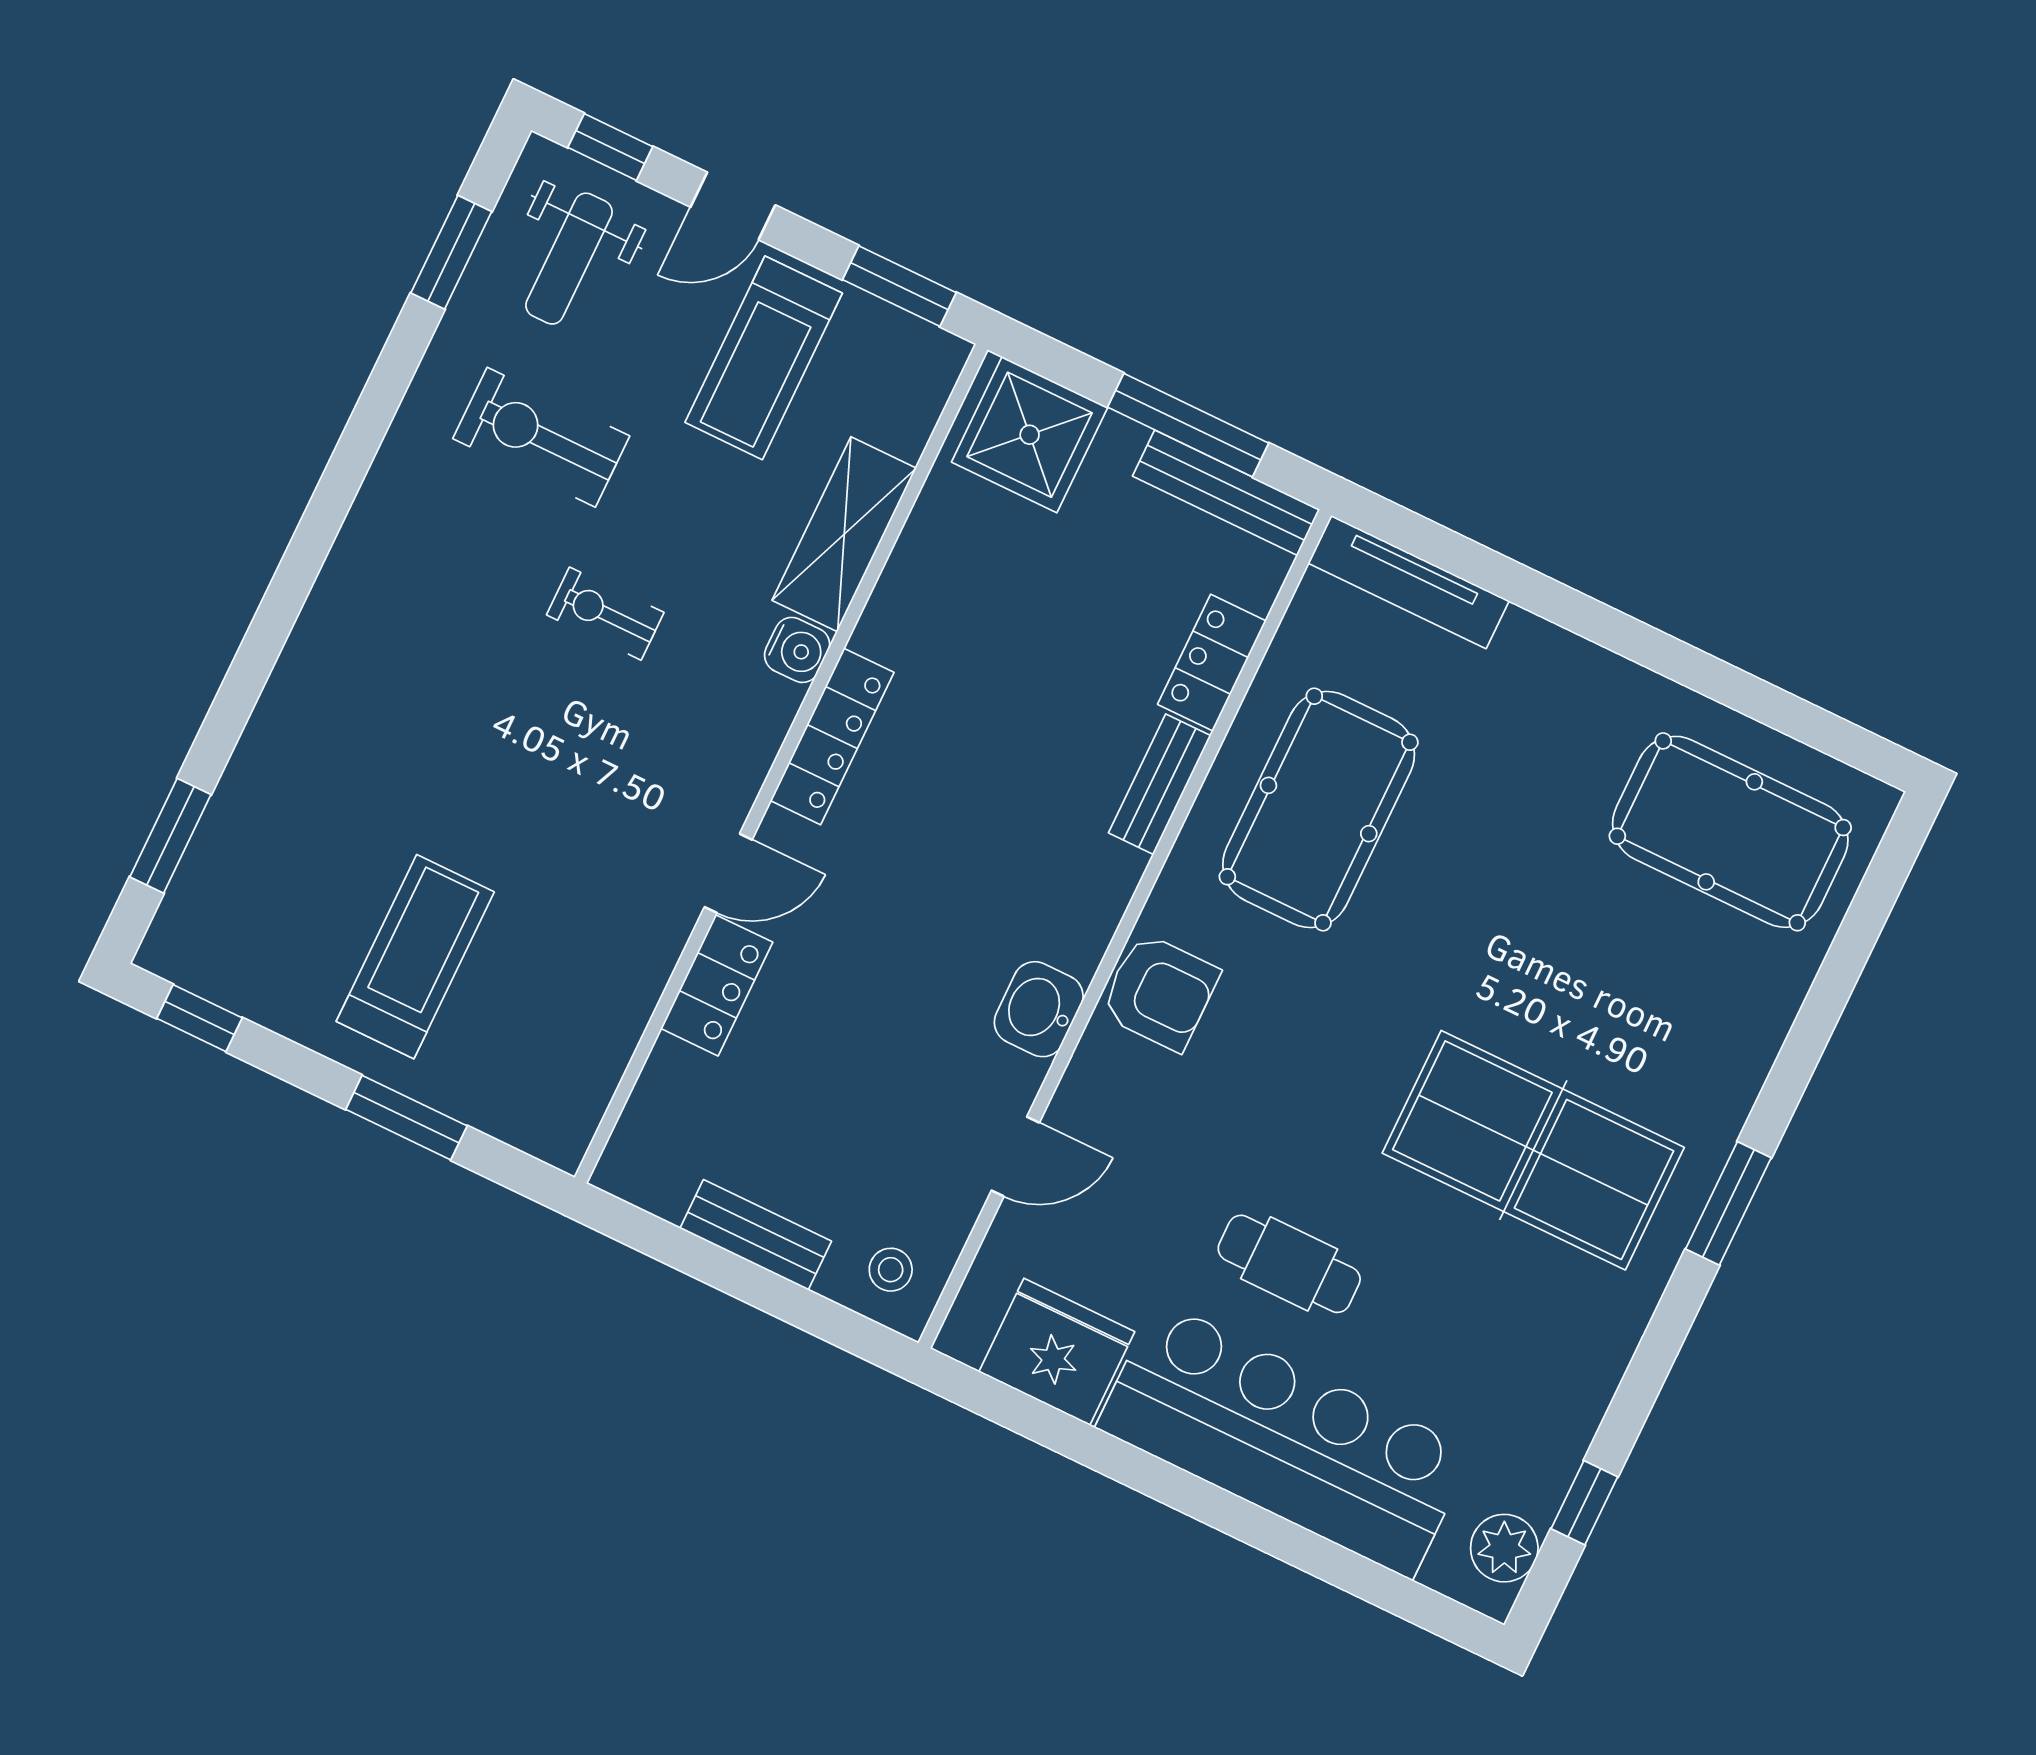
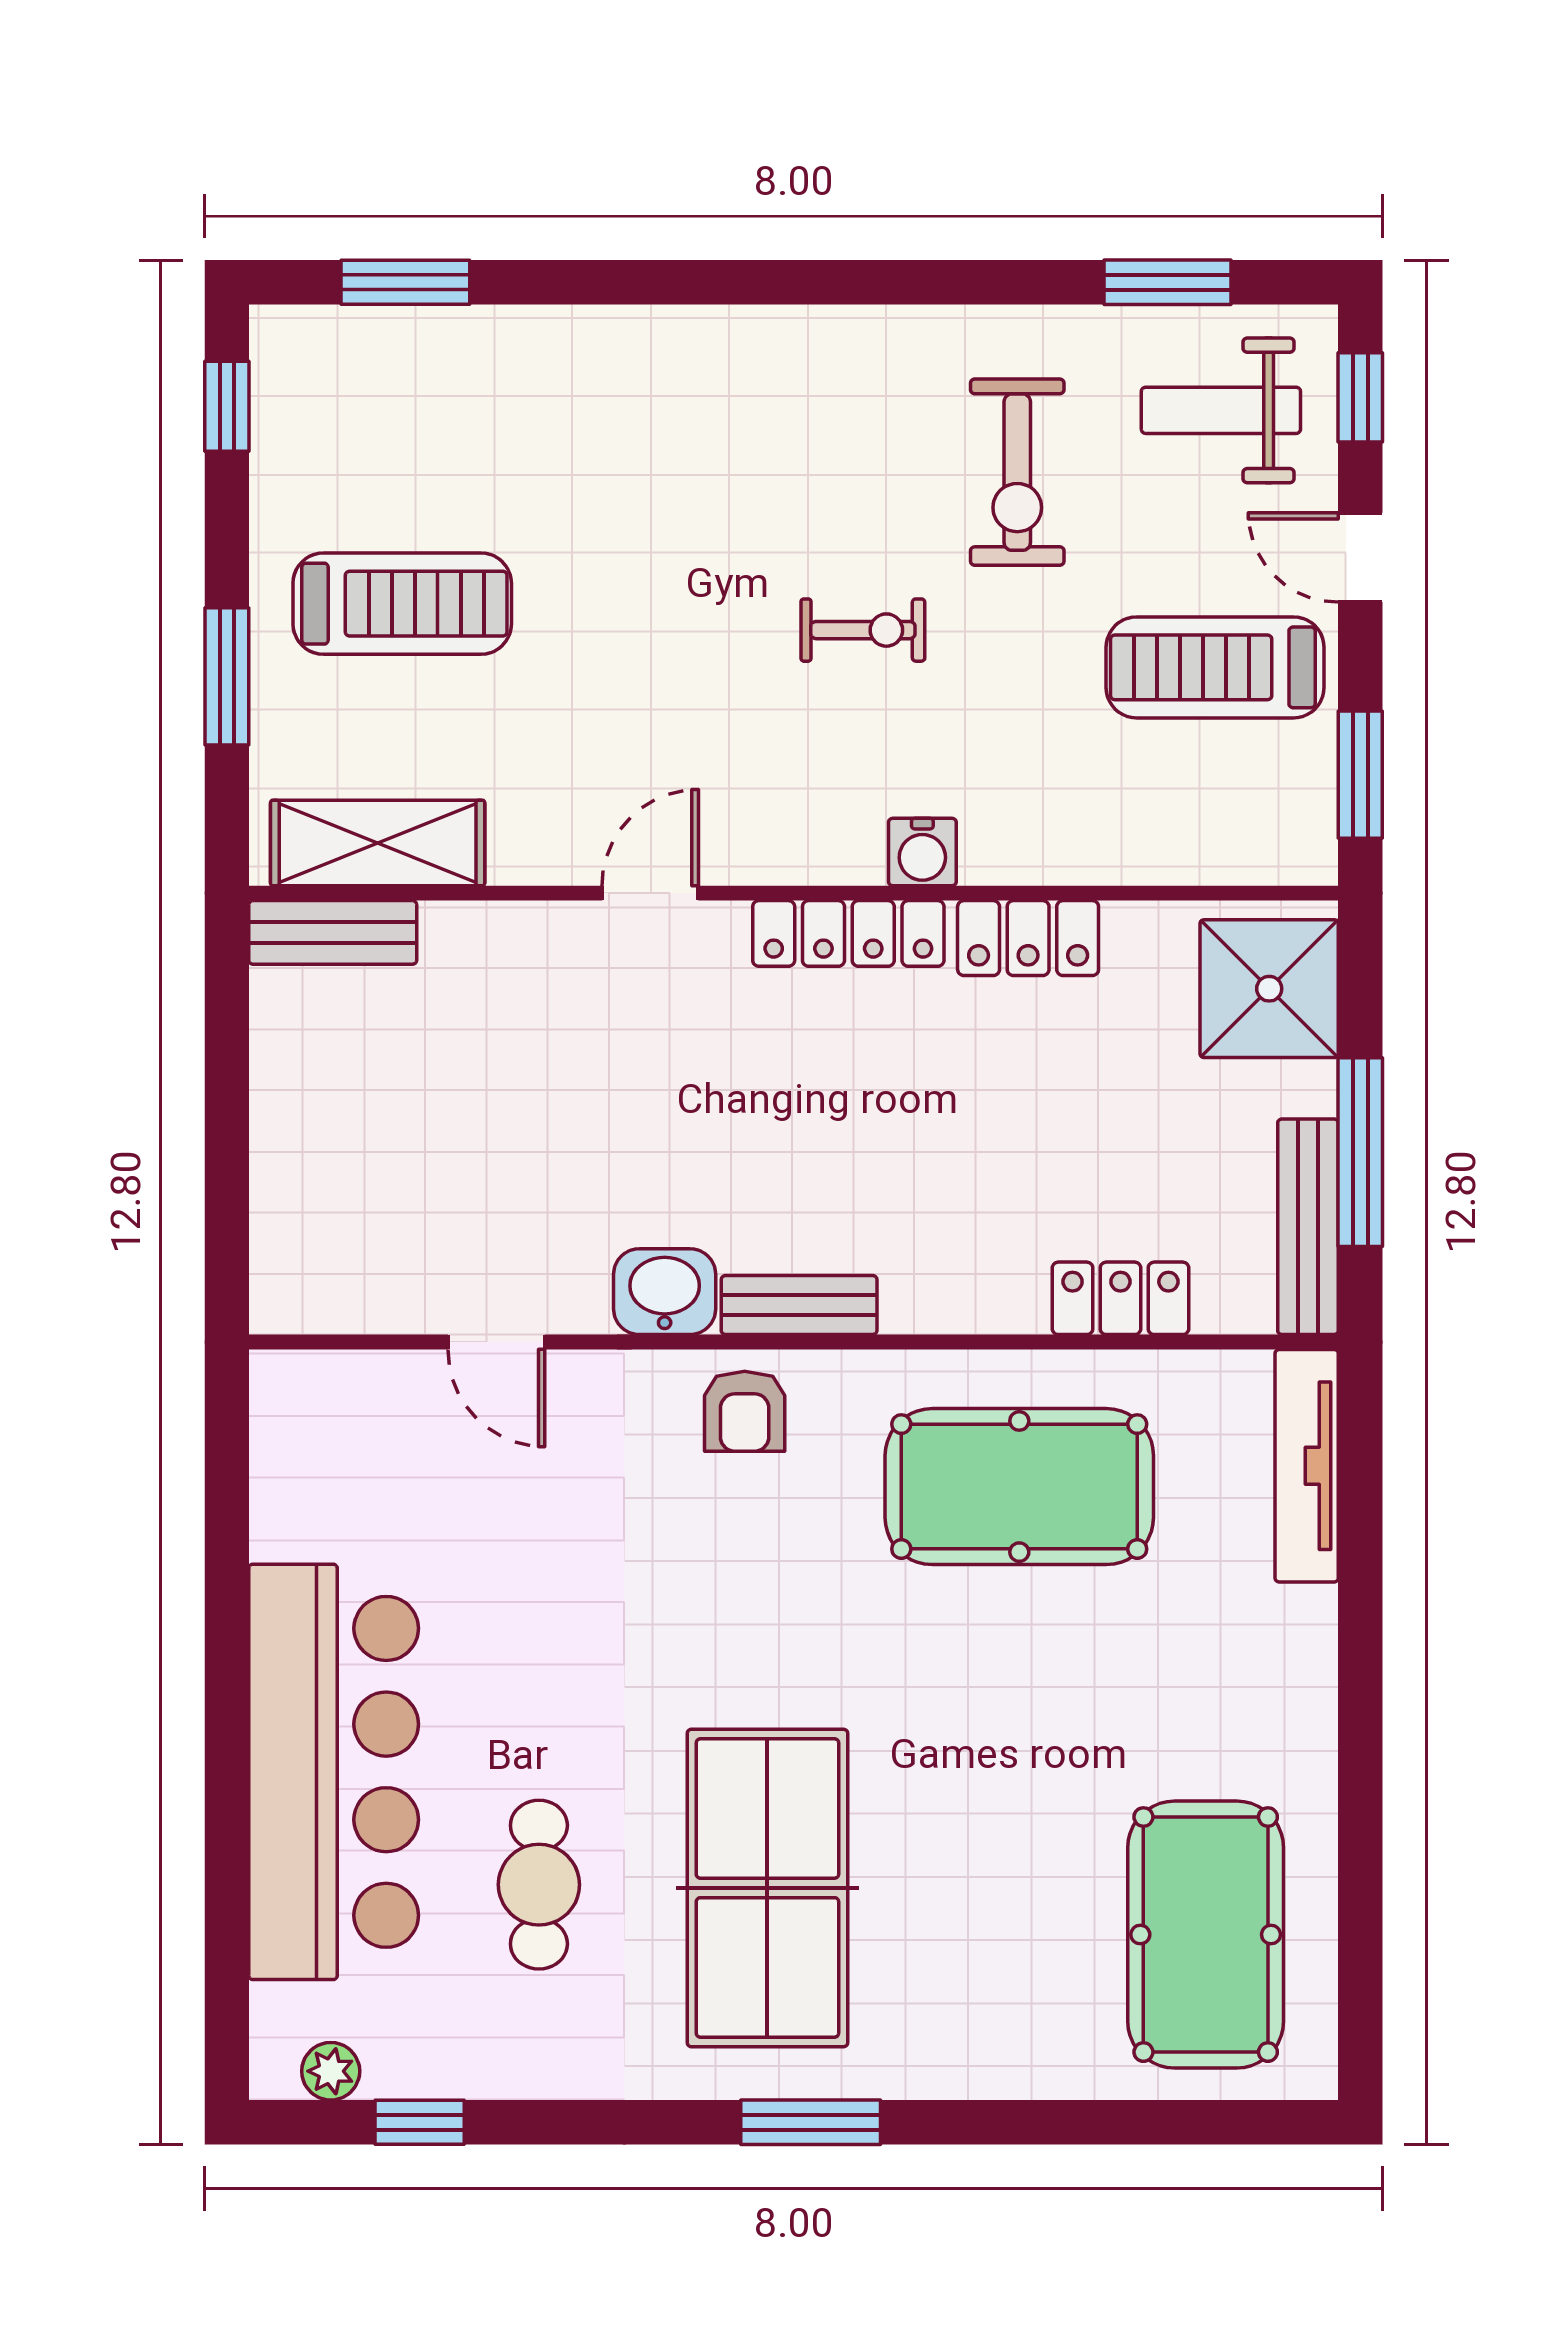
exercise bike: (541, 437) -> (1017, 472), turned 180
shelving: (844, 534) -> (378, 843), moved
exercise bike: (605, 614) -> (863, 630), turned 90
bench: (1160, 784) -> (799, 1305), moved
door: (728, 873) -> (650, 893), swing flipped
locker: (717, 985) -> (1028, 938), moved
armchair: (1160, 992) -> (745, 1411), width x0.72, depth x0.72
bench: (756, 1235) -> (333, 932), moved, turned 90
cafe table: (1289, 1264) -> (539, 1885), moved
stool: (891, 1270) -> (313, 1268), removed
fridge: (1057, 1352) -> (310, 1486), removed
plant: (1504, 1548) -> (331, 2071), width x0.73, depth x0.73

